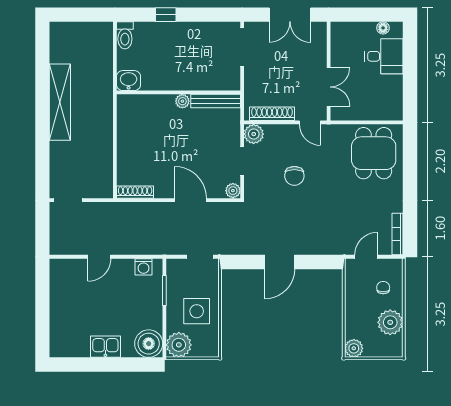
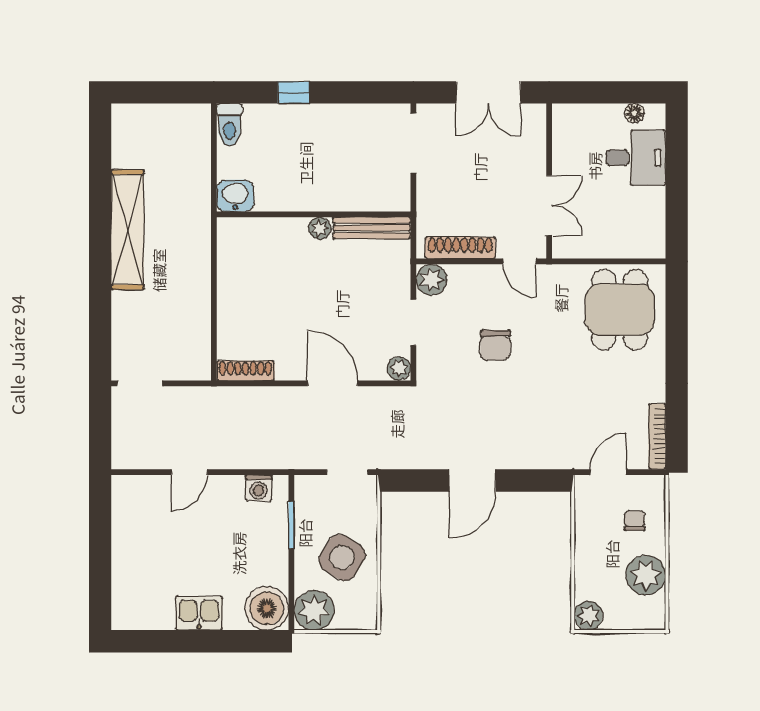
side table: (197, 311) -> (342, 558), turned 32

